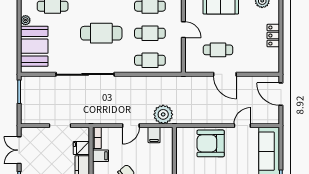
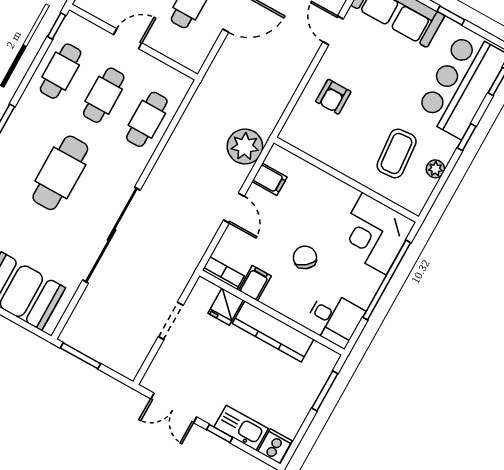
armchair: (211, 143) -> (333, 97), width x0.53, depth x0.53

